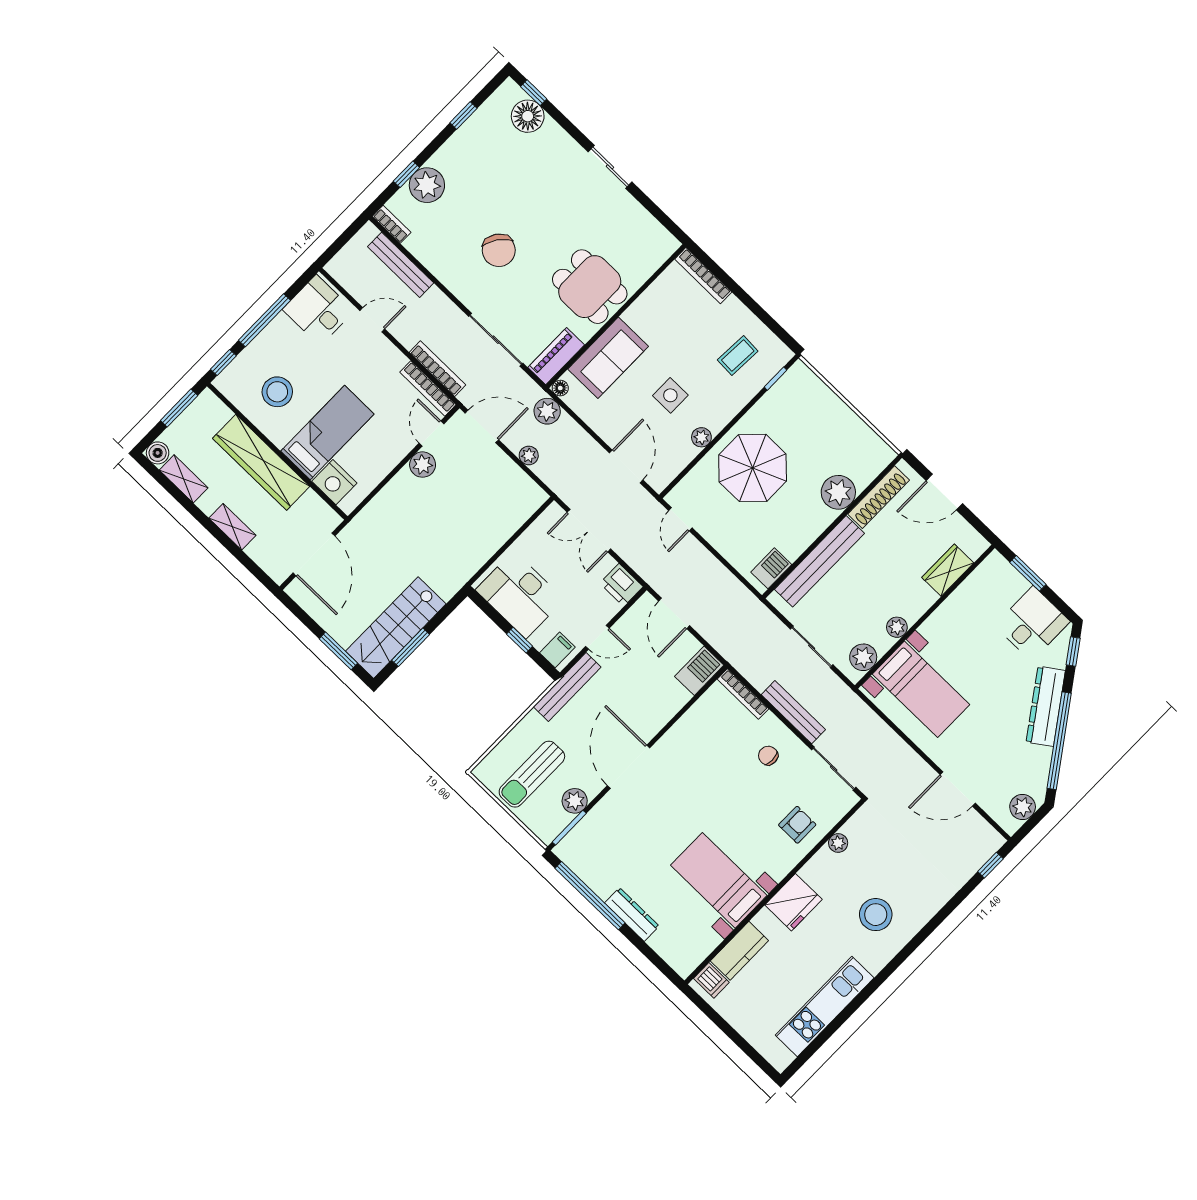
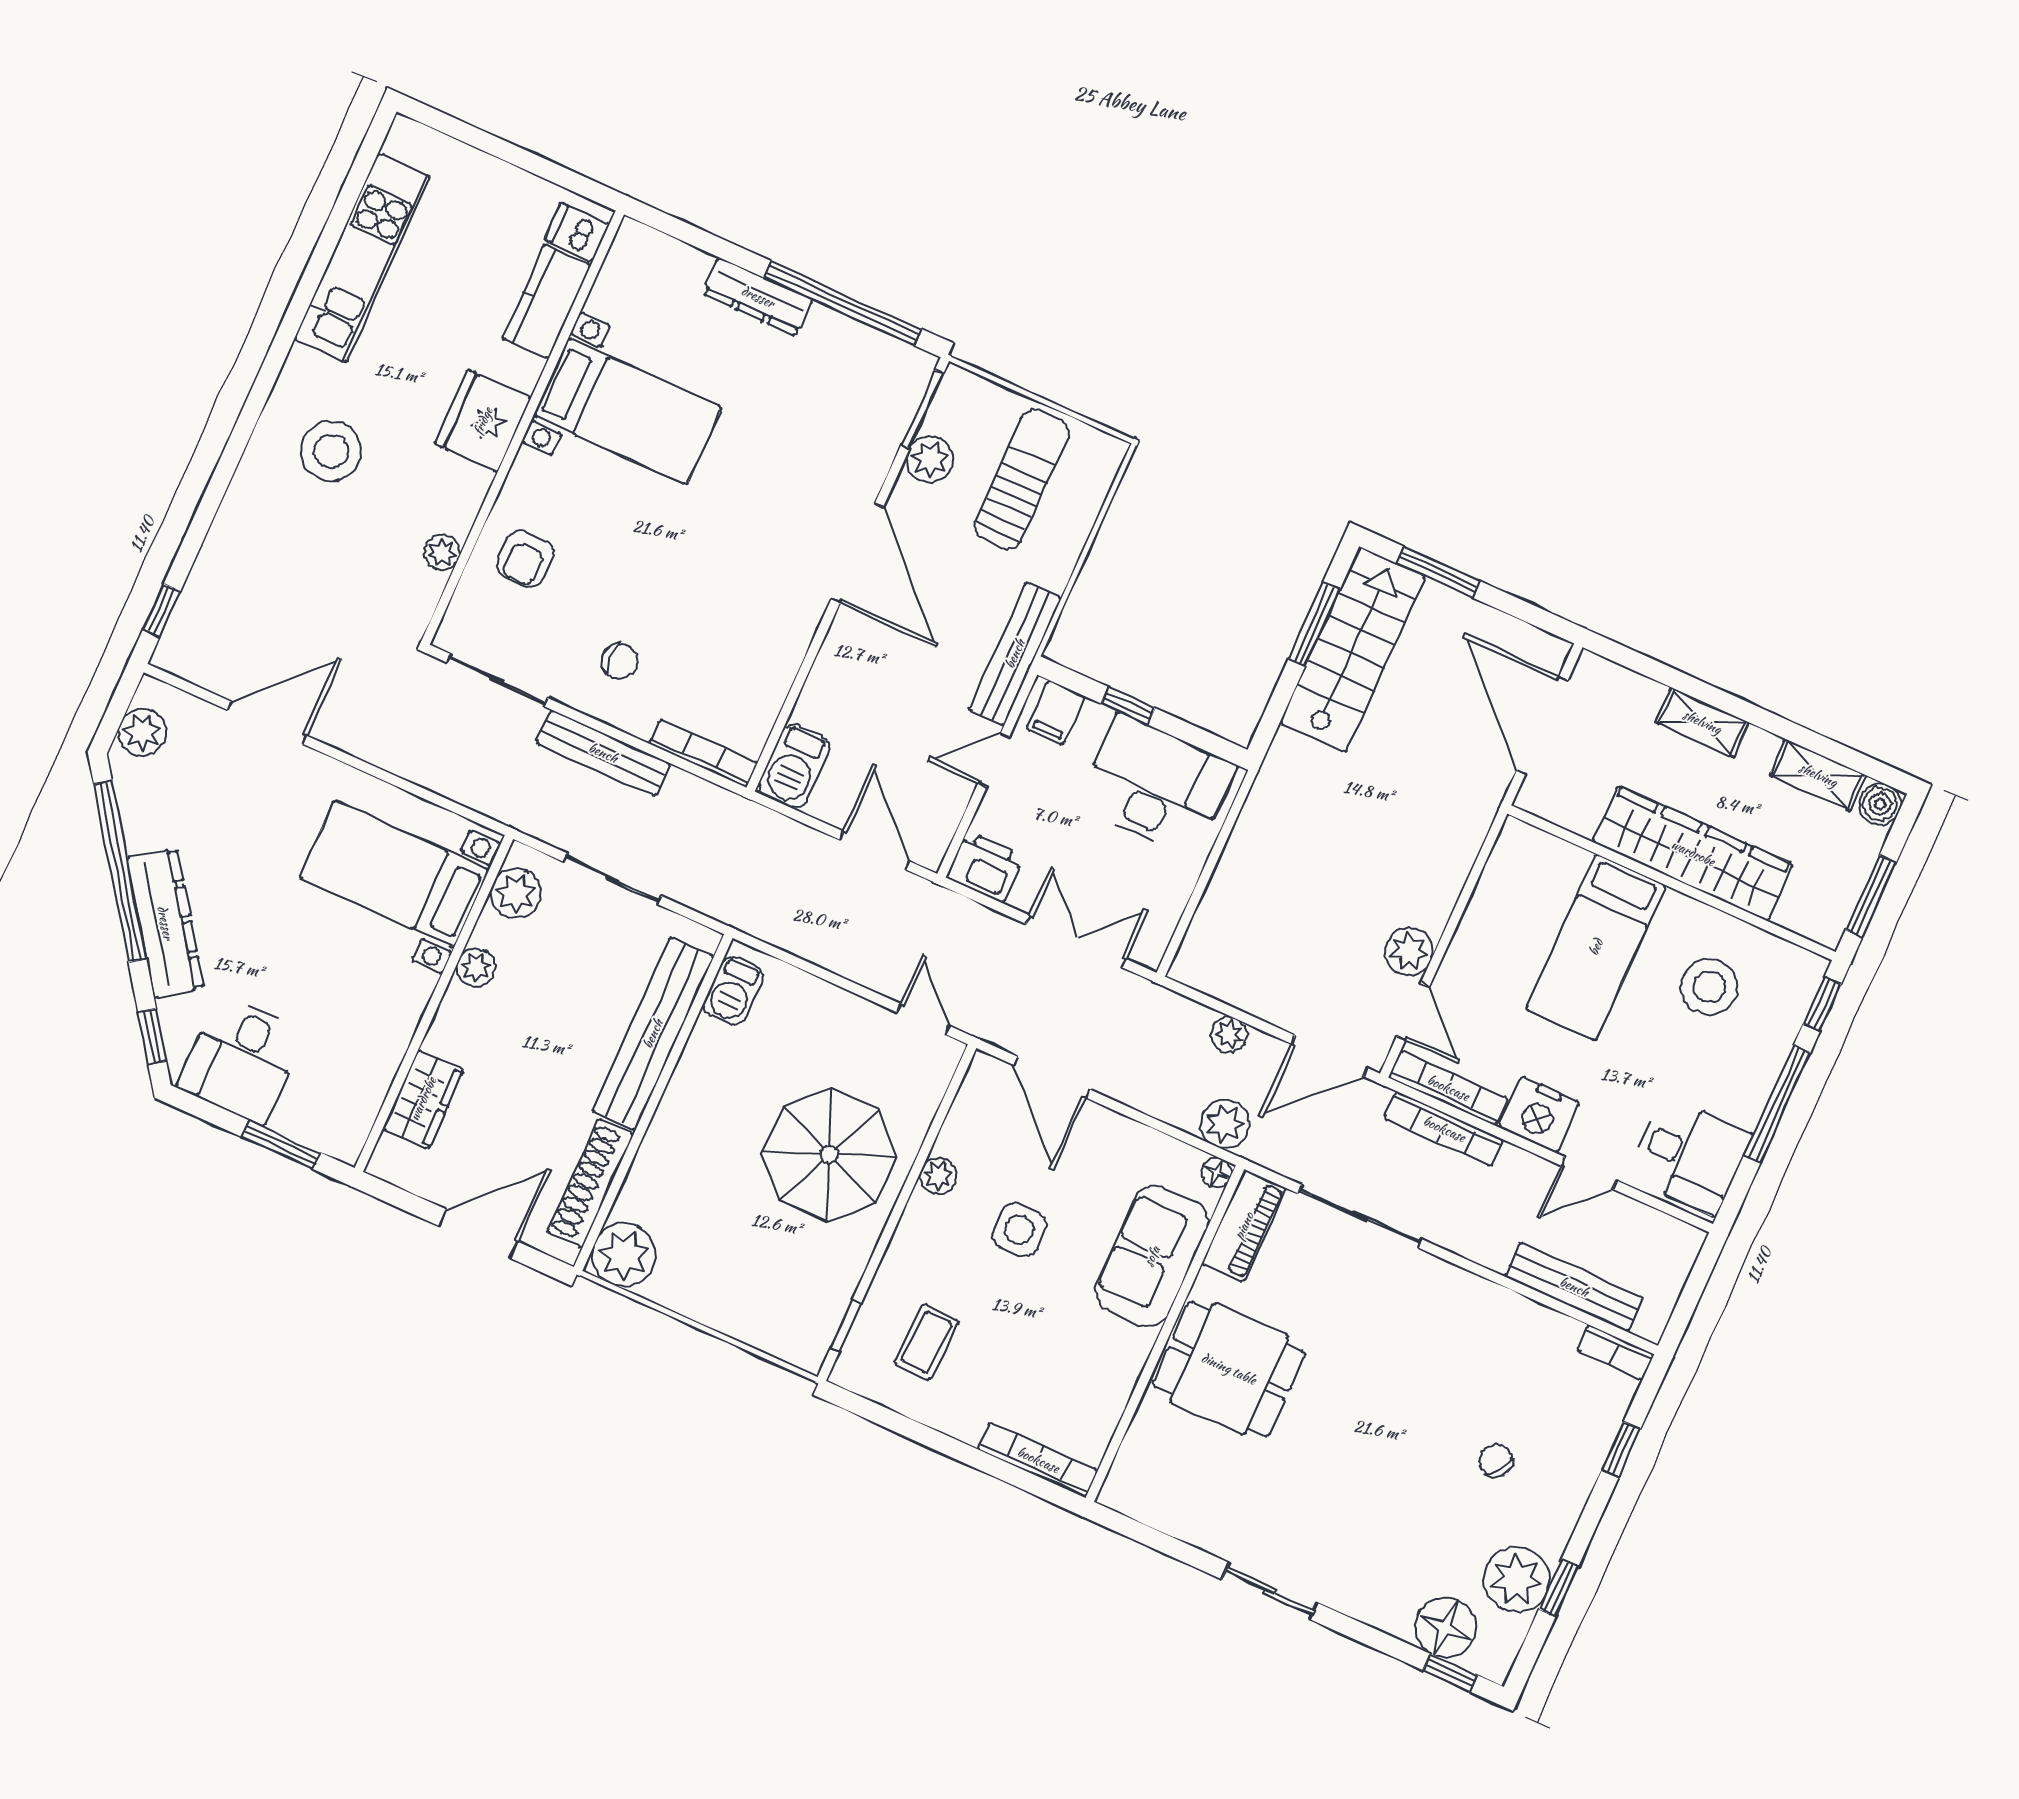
plant: (427, 185) -> (1517, 1580), moved
chair: (499, 250) -> (1496, 1461), moved, width x0.54, depth x0.54
nightstand: (334, 482) -> (1539, 1115), moved, turned 180
plant: (838, 492) -> (624, 1255), moved

